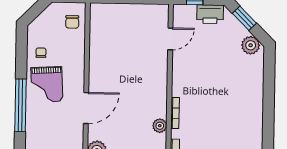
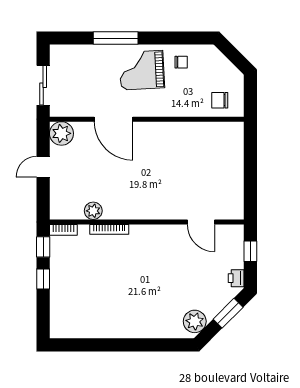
printer: (210, 14) -> (236, 278), width x0.53, depth x0.68
window: (20, 105) -> (116, 38), width x0.68

